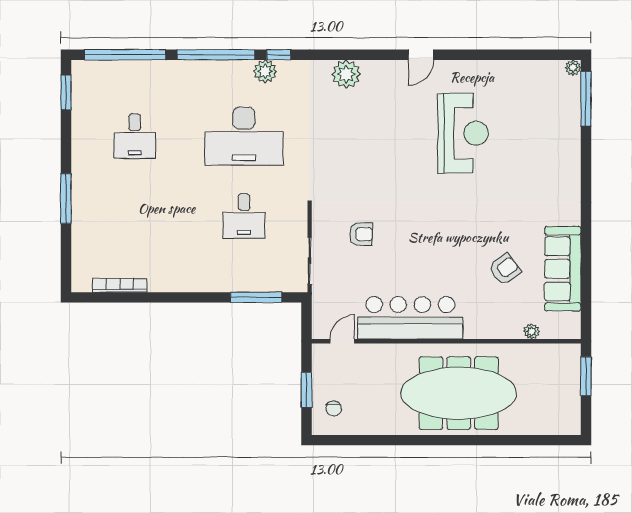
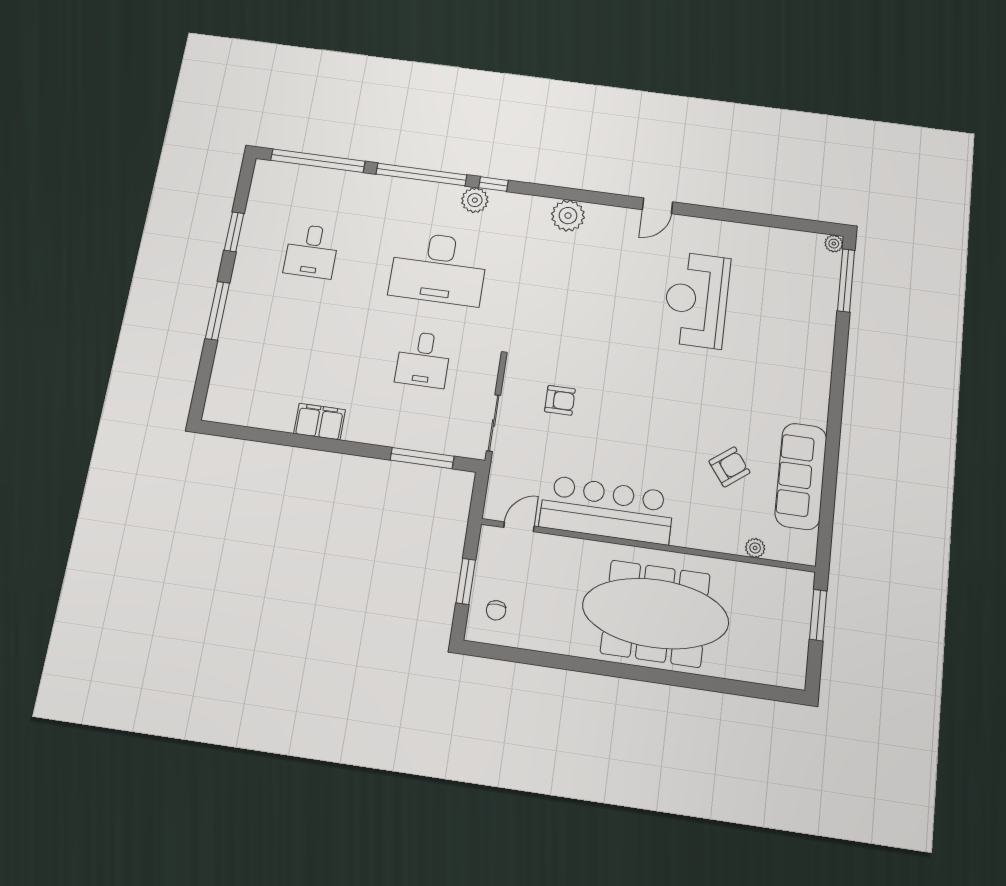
window: (66, 92) -> (234, 232), moved
reception desk: (463, 133) -> (697, 300), turned 180
filing cabinet: (168, 279) -> (320, 422), added
bookcase: (120, 285) -> (261, 420), removed

